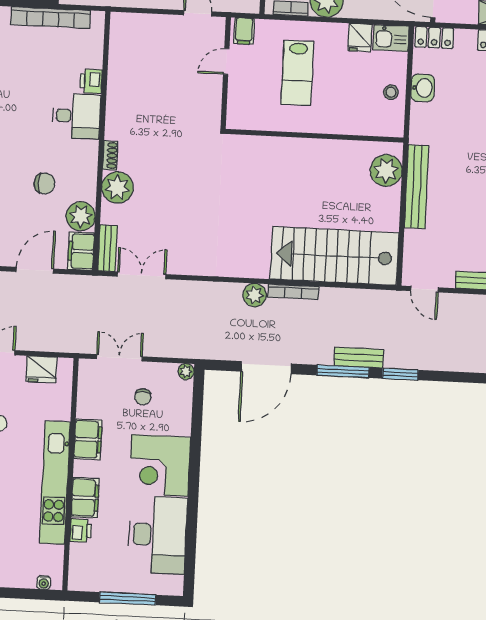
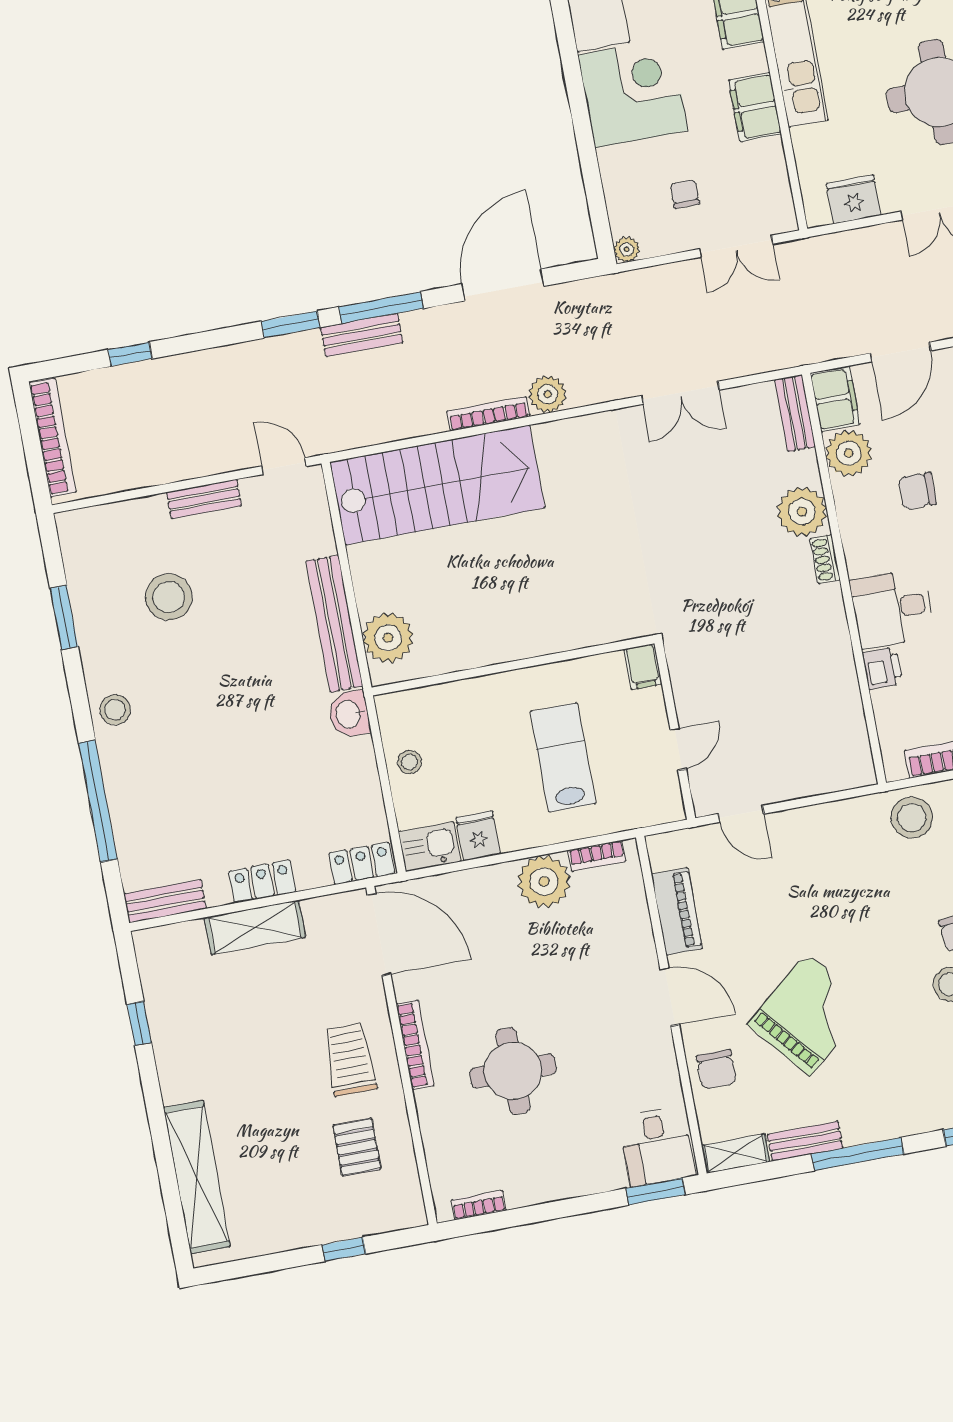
filing cabinet: (244, 31) -> (643, 667), moved, turned 180
washbasin: (423, 88) -> (349, 714), moved
double door: (141, 275) -> (680, 393), moved

